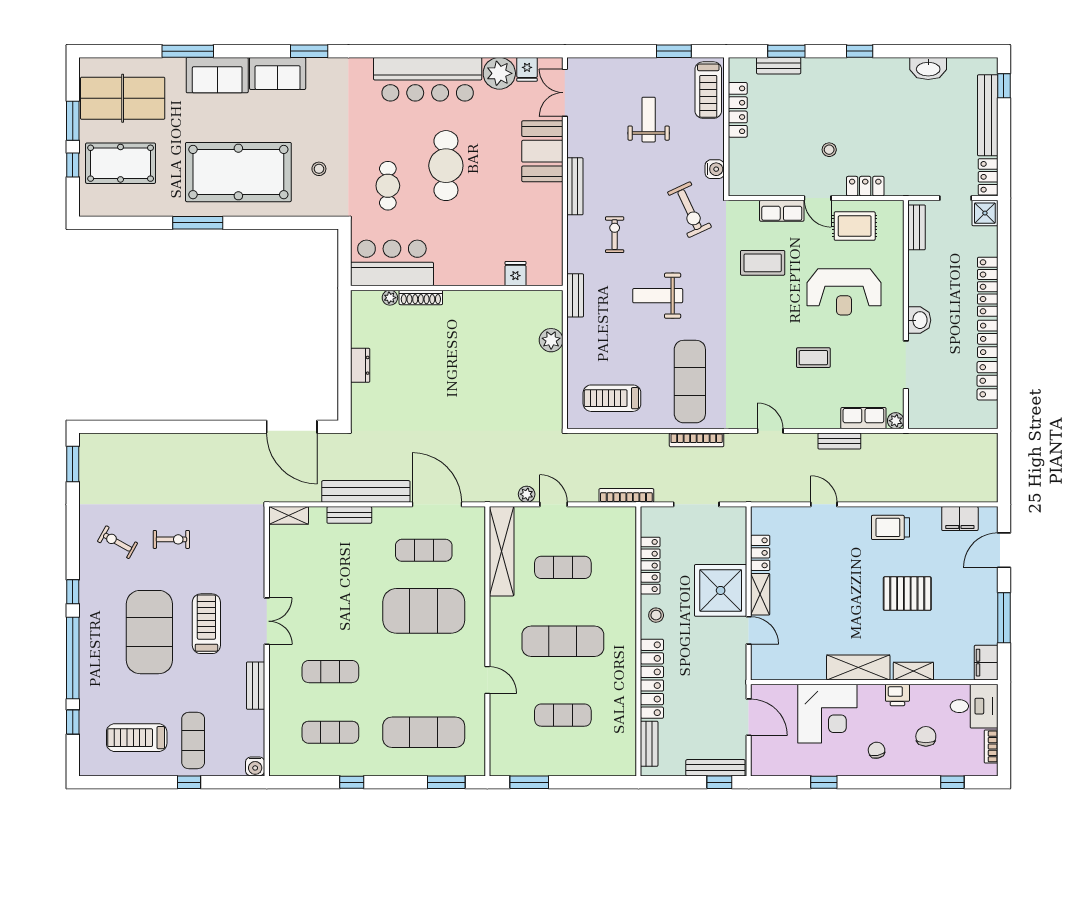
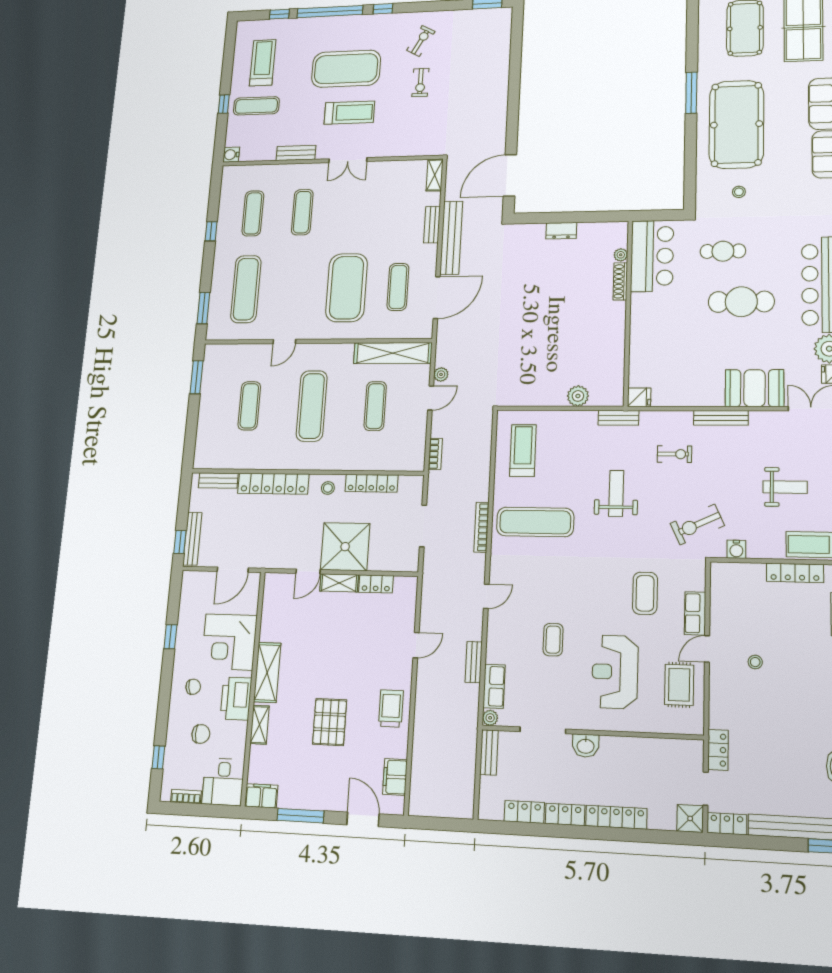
locker: (865, 186) -> (718, 750), moved
bench: (917, 227) -> (489, 752), moved, turned 90
fridge: (515, 274) -> (639, 397), moved
bookcase: (626, 495) -> (435, 454), width x0.64
printer: (897, 695) -> (236, 698), width x1.87, depth x1.48

